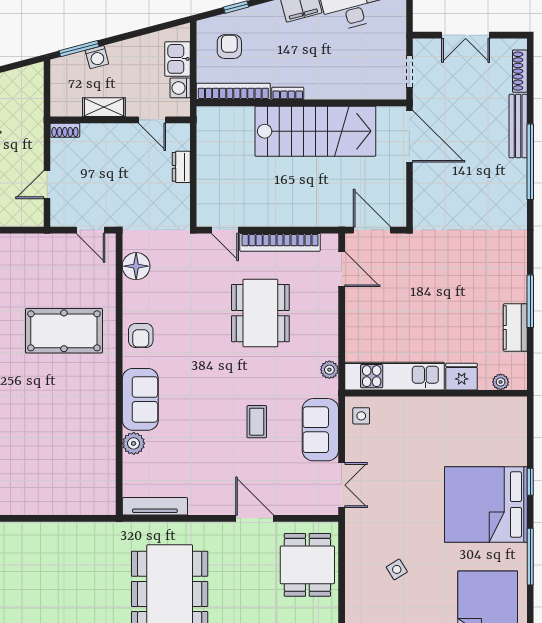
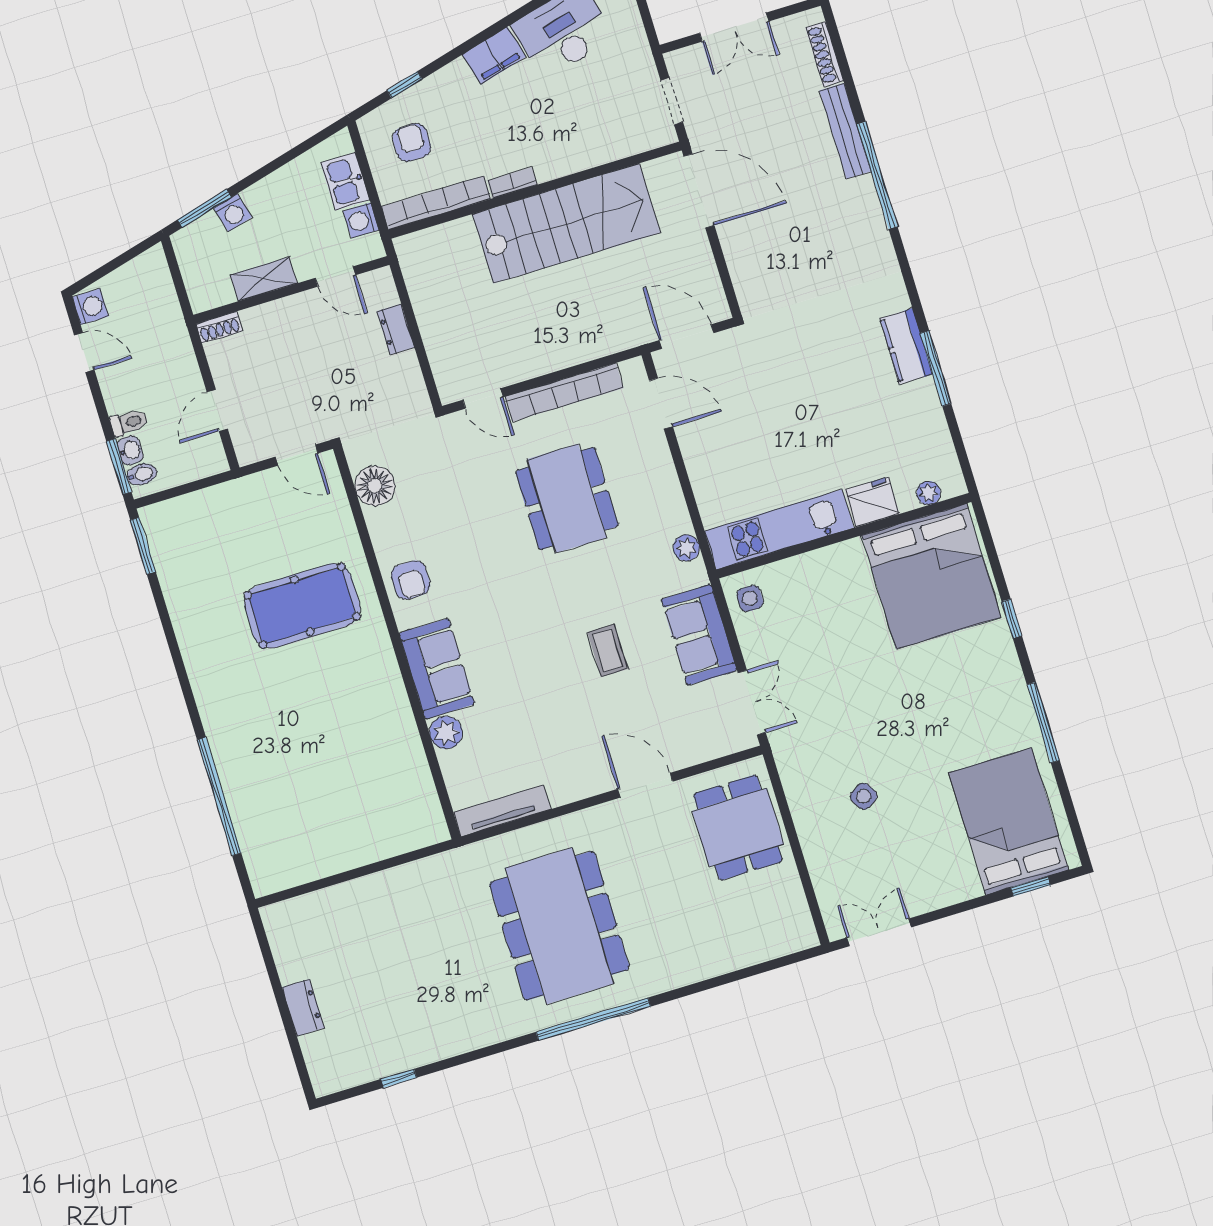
kitchen counter: (515, 327) -> (906, 346), moved
bed: (486, 504) -> (931, 576), moved, turned -90

